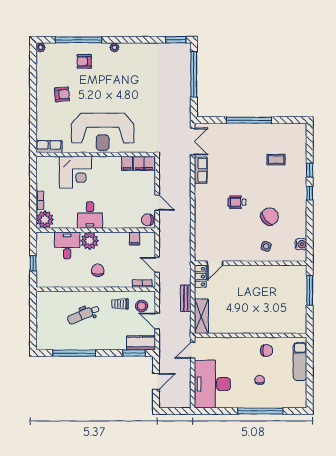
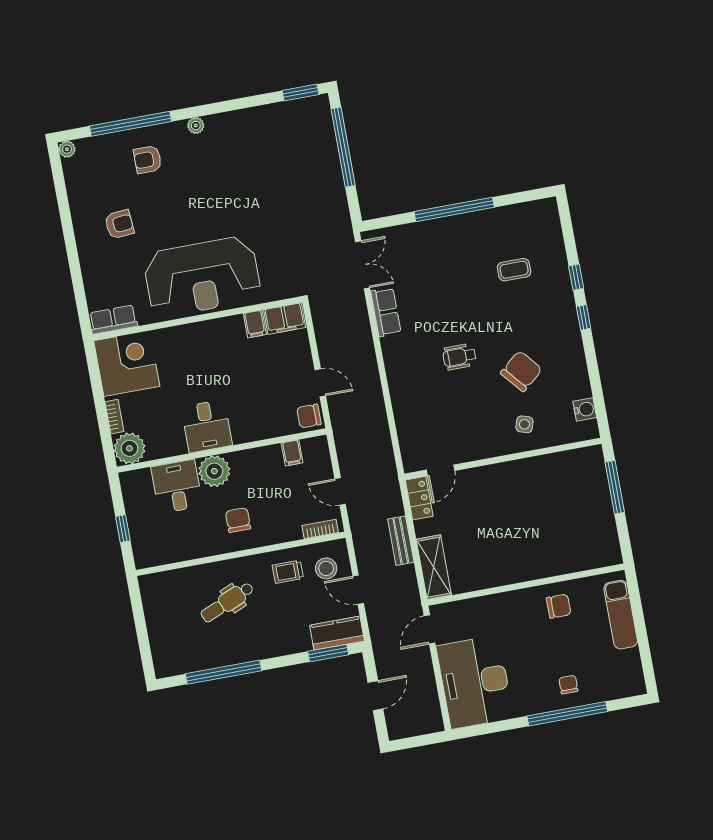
corner desk: (75, 172) -> (127, 363), moved, turned -90
chair: (260, 380) -> (568, 685), moved

